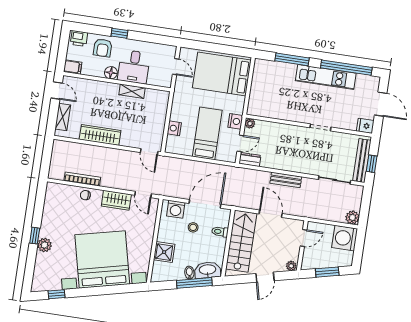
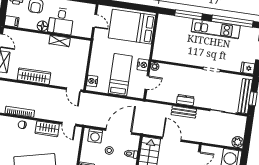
nightstand: (174, 128) -> (92, 81), moved
dresser: (250, 160) -> (185, 100), moved

